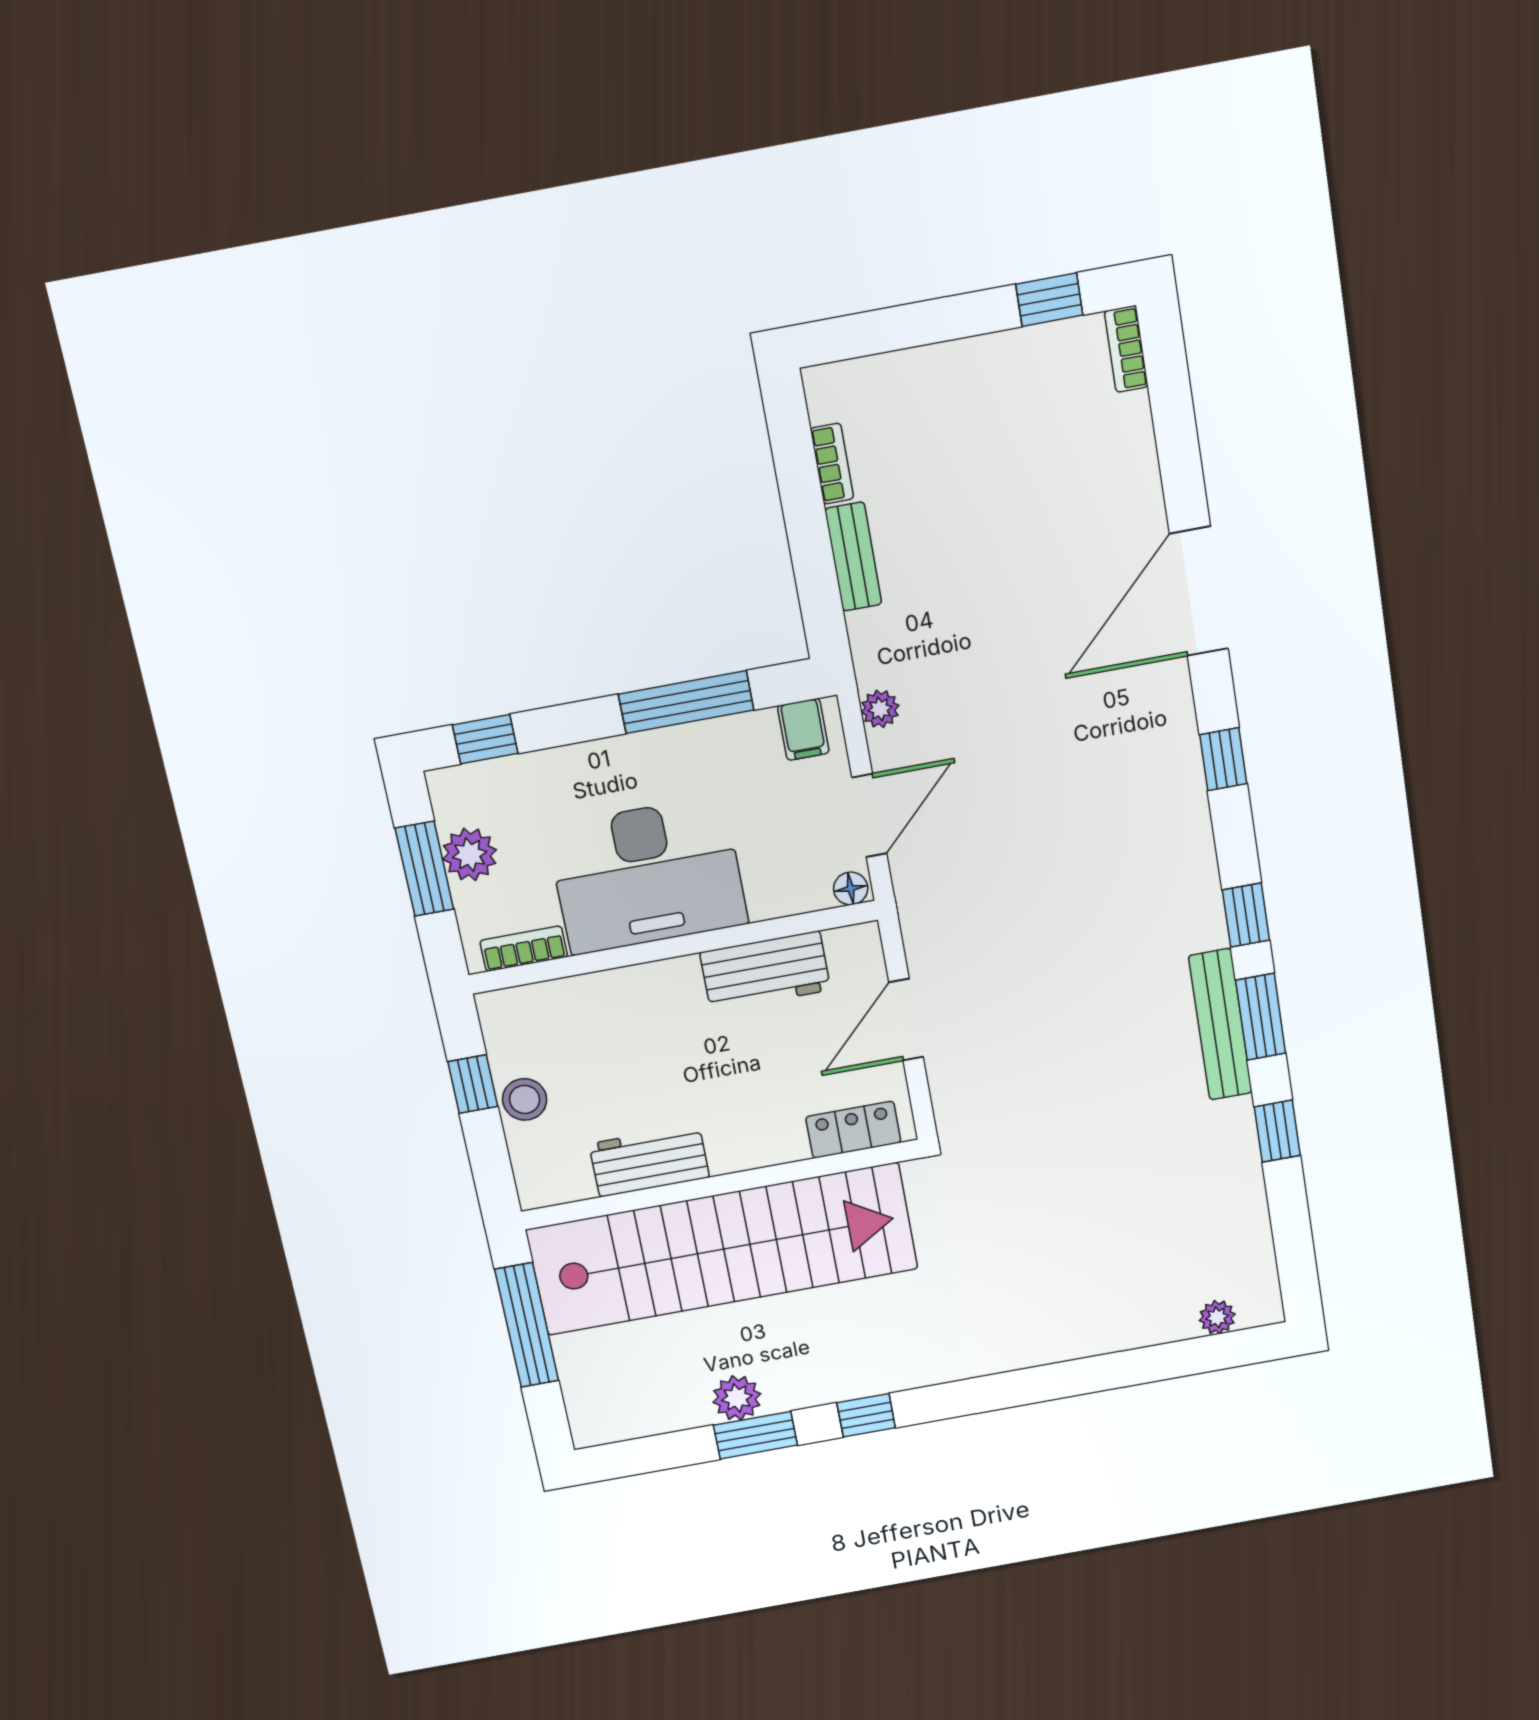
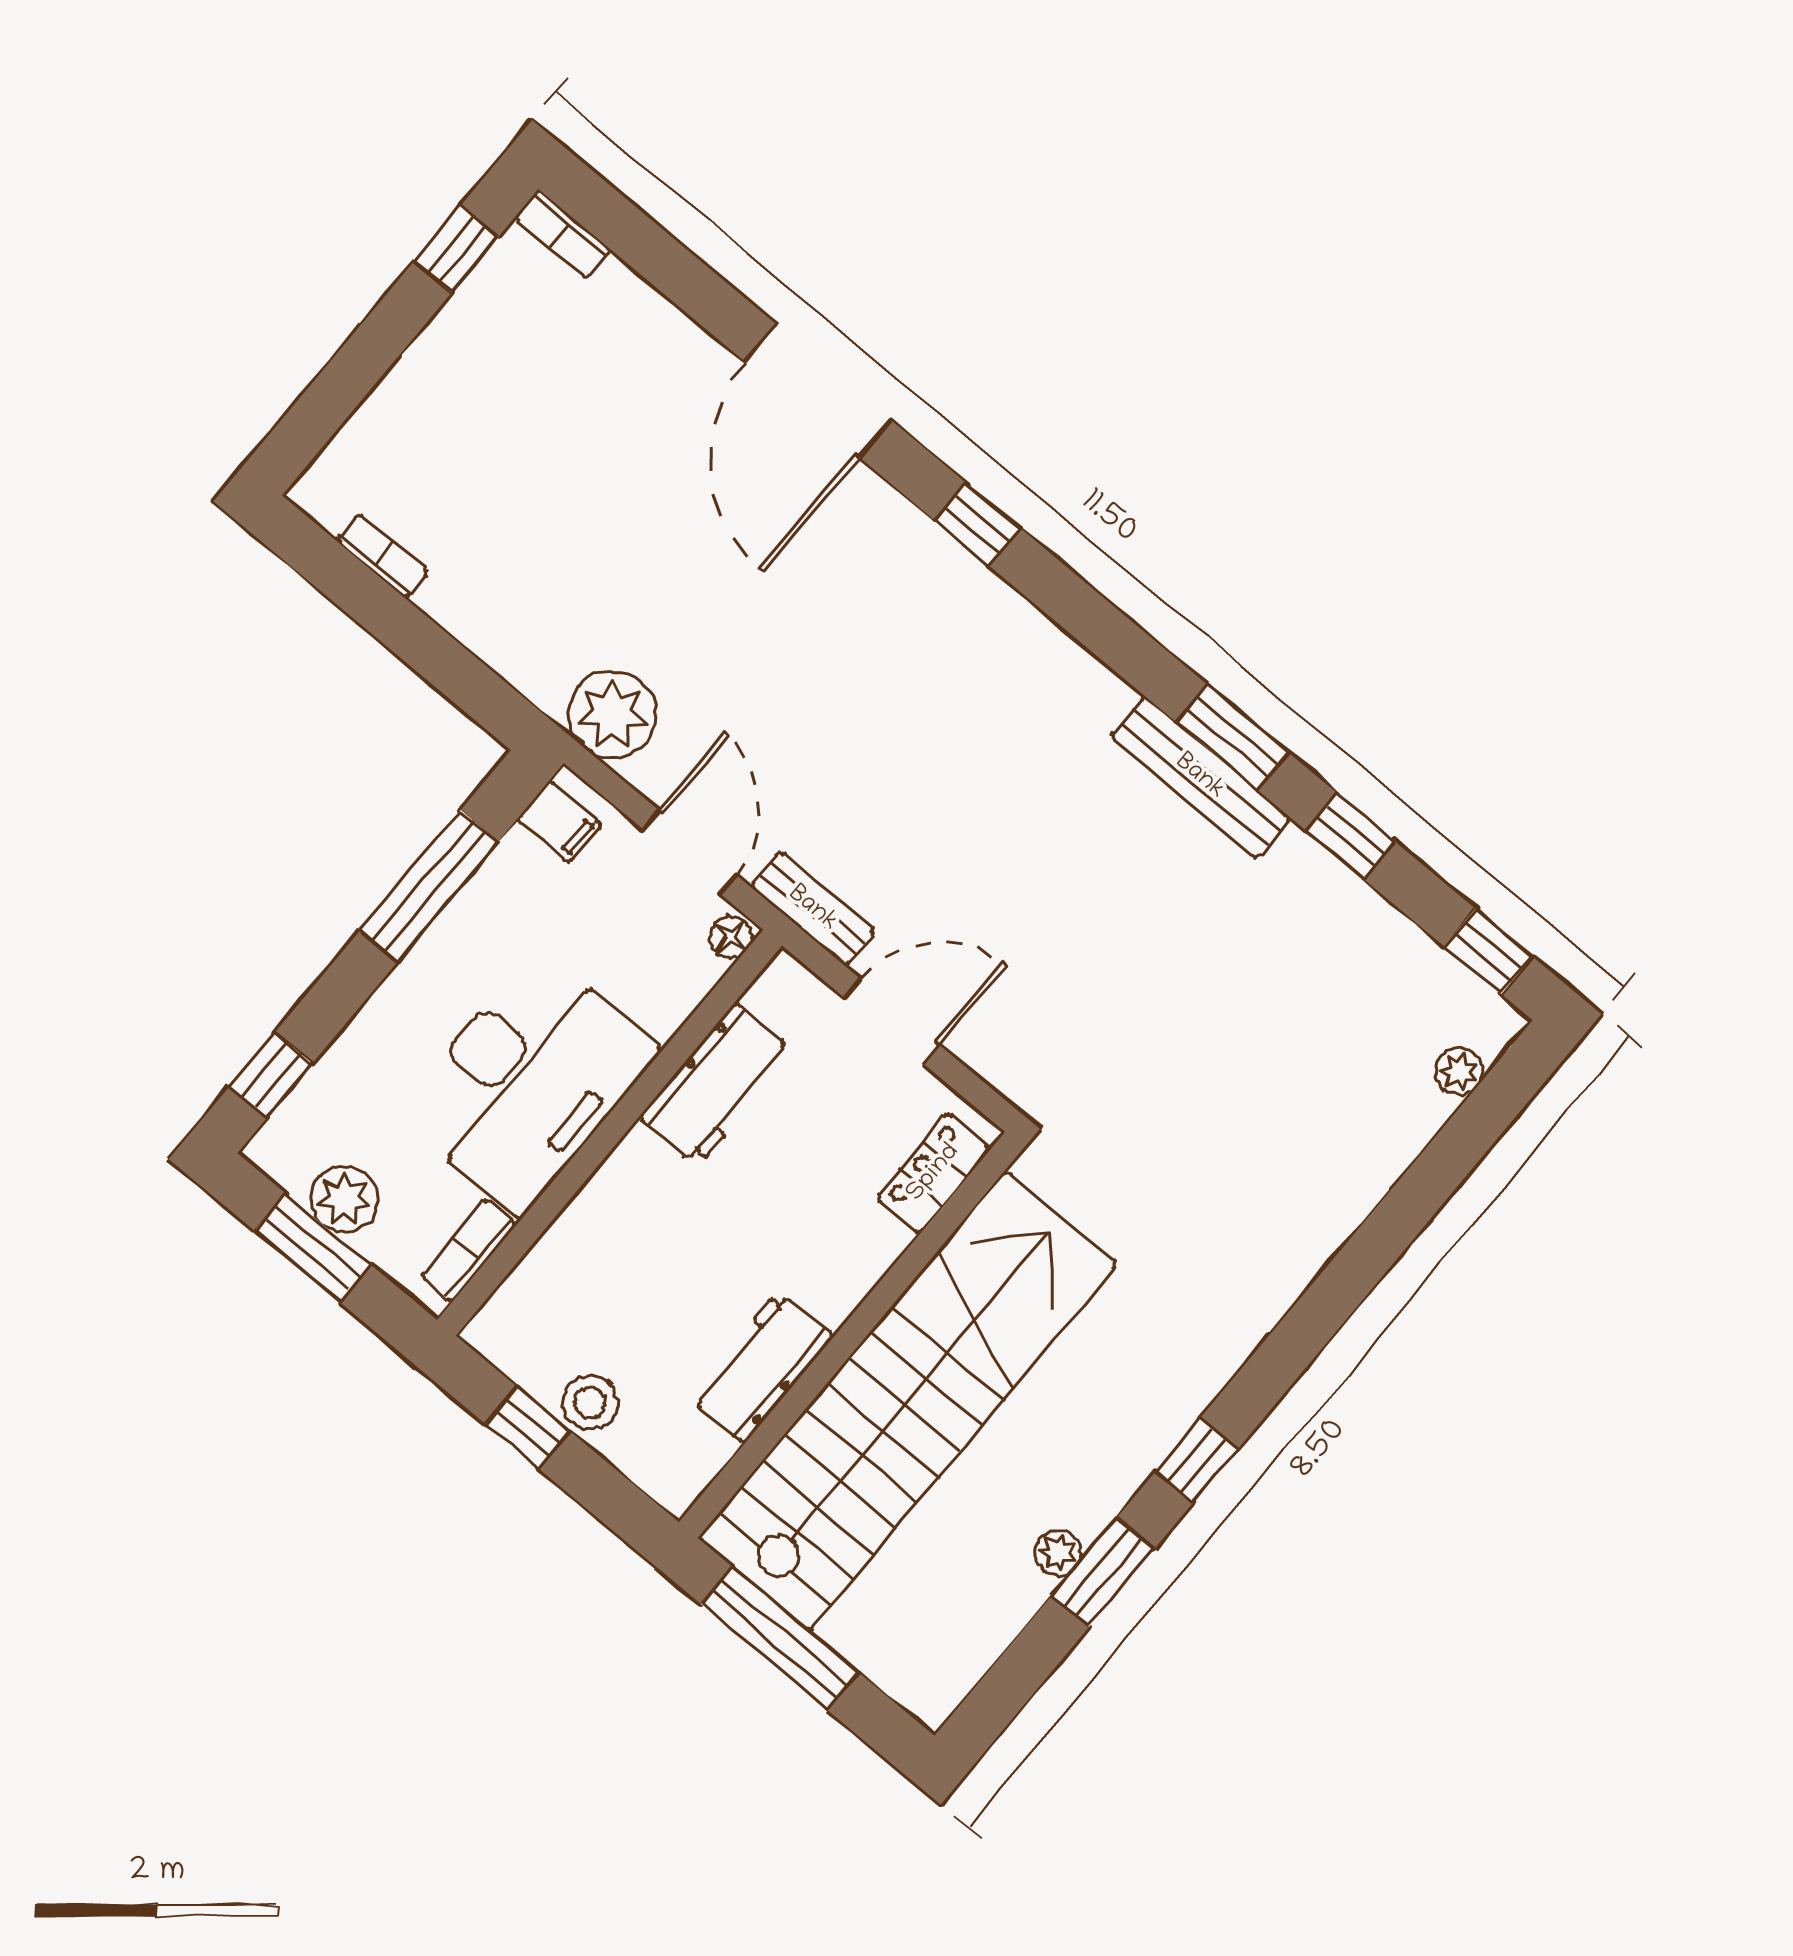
bench: (853, 557) -> (813, 909), moved
plant: (880, 709) -> (612, 715), width x1.88, depth x1.88
window: (1246, 915) -> (1488, 951), moved
door: (906, 1020) -> (892, 1021), swing flipped
plant: (737, 1398) -> (1058, 1552), width x0.73, depth x0.73

